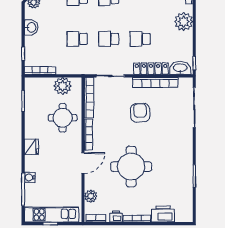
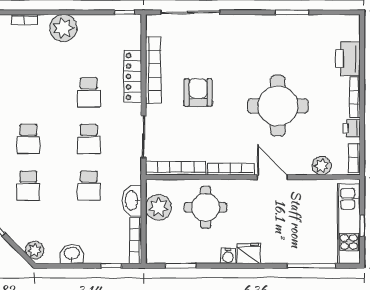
washbasin: (180, 68) -> (132, 201), moved
armchair: (140, 113) -> (198, 92), turned 93
water cooler: (30, 177) -> (228, 256), moved

